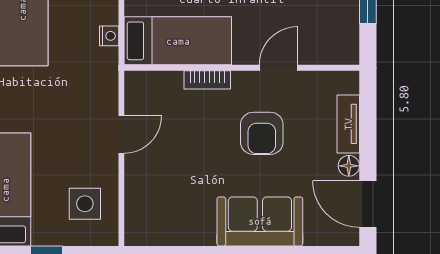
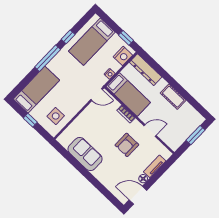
door: (121, 134) -> (97, 95), moved
door: (368, 204) -> (138, 195), hinge flipped
sofa: (260, 221) -> (85, 154), moved

